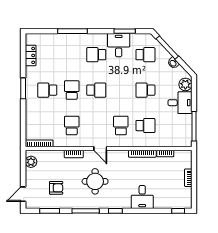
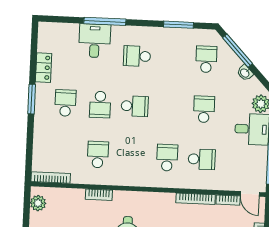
desk: (119, 45) -> (95, 41), moved
locker: (31, 55) -> (44, 68), moved
school desk: (145, 55) -> (206, 59), turned -90
school desk: (47, 90) -> (65, 103), turned 90
school desk: (72, 90) -> (100, 105), turned 180
school desk: (145, 90) -> (204, 109), turned 90
door: (100, 149) -> (250, 194), moved

